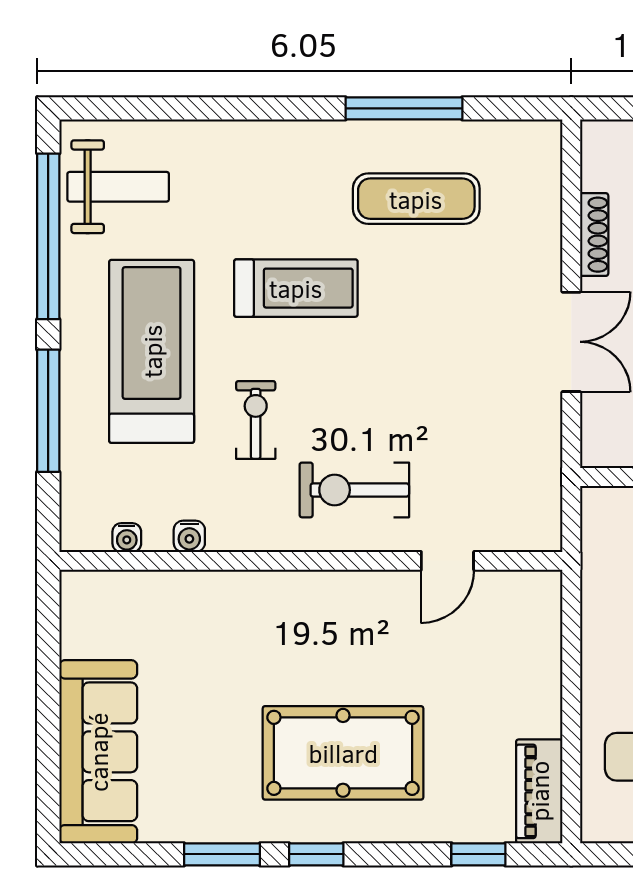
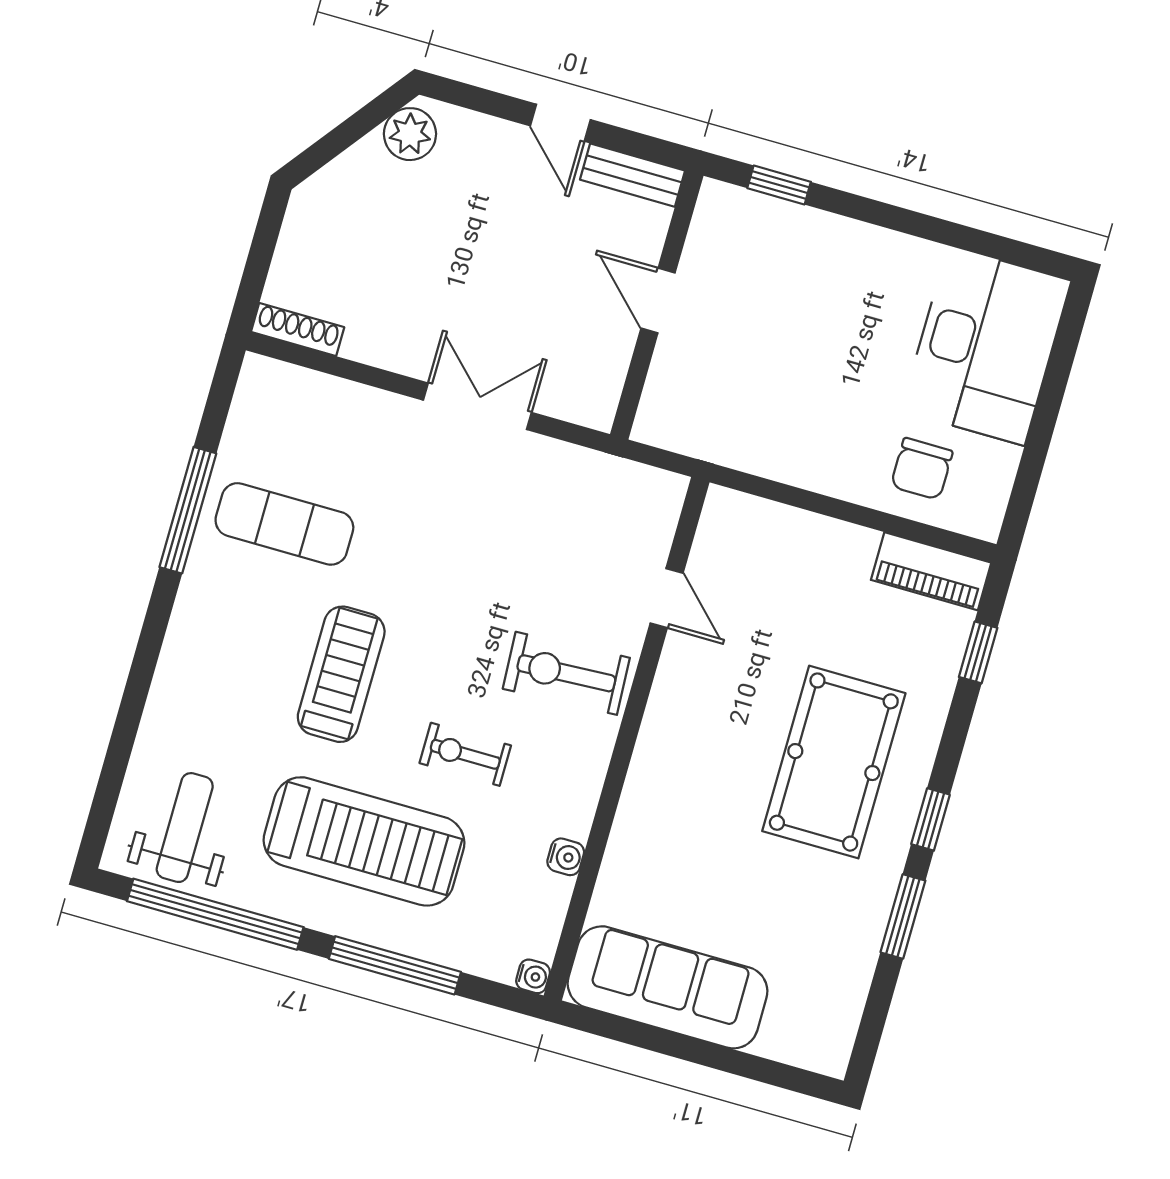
exercise mat: (416, 199) -> (284, 524), turned 90
shoe rack: (594, 235) -> (298, 330), moved
treadmill: (152, 351) -> (364, 841), turned 180
exercise bike: (354, 490) -> (566, 673), turned 87
water cooler: (127, 538) -> (533, 976), moved
sofa: (98, 752) -> (668, 987), moved

